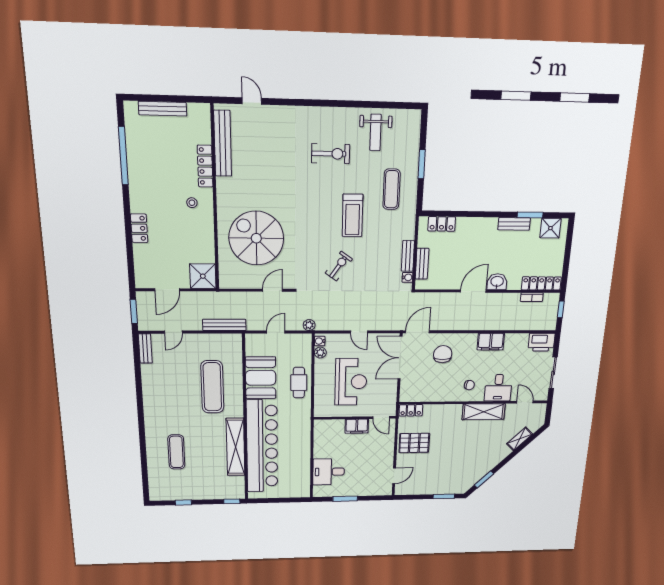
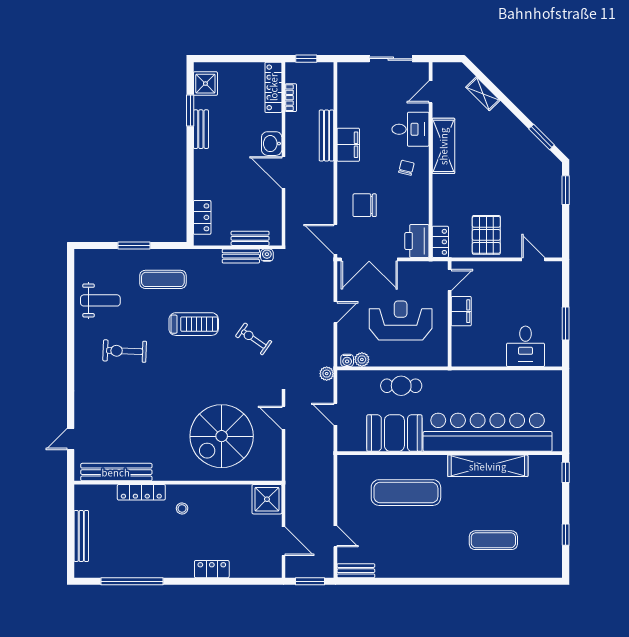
exercise bike: (331, 154) -> (125, 351), turned -88
bench: (224, 325) -> (327, 136), moved
printer: (542, 342) -> (417, 241), moved, turned 180

